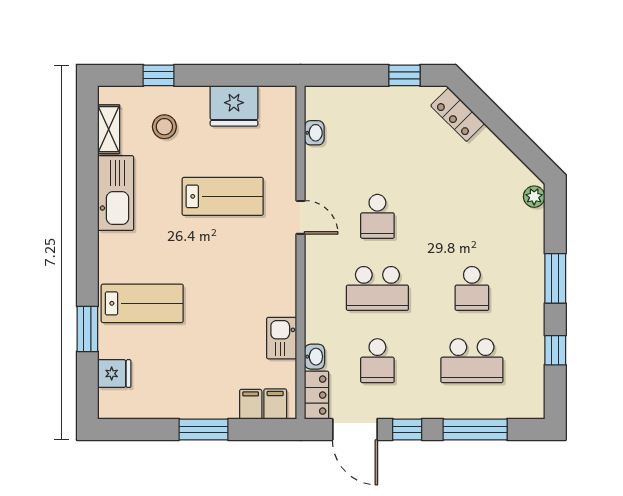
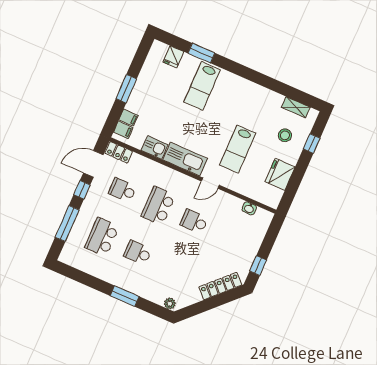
locker: (458, 115) -> (220, 286), width x1.53
kitchen sink: (116, 193) -> (185, 159), moved, turned 180
window: (555, 350) -> (89, 280), removed
washbasin: (315, 357) -> (138, 160), removed

